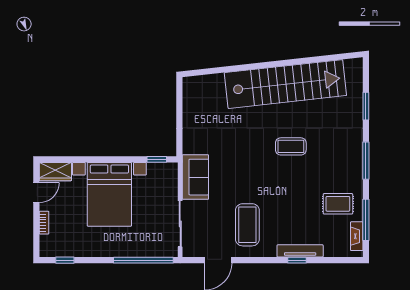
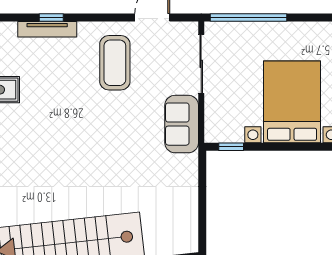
coffee table: (291, 146) -> (59, 163), removed

